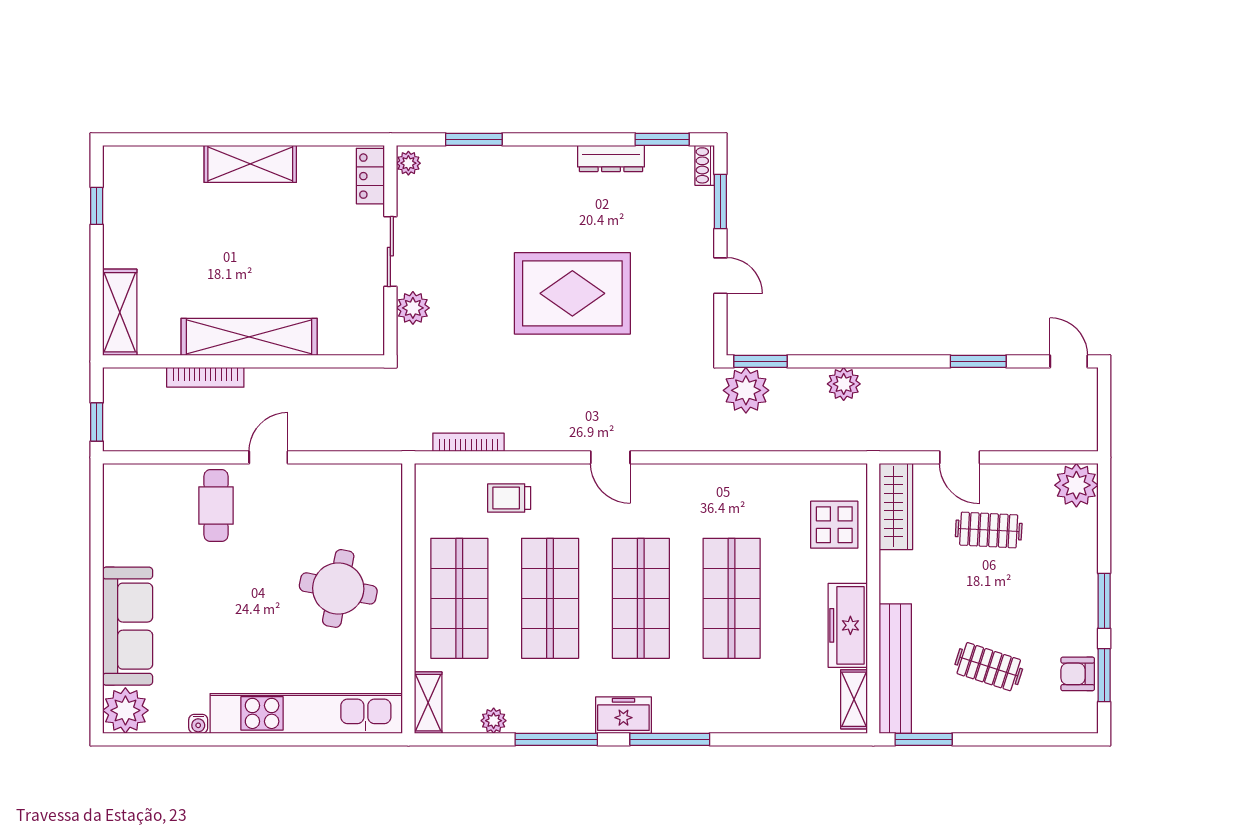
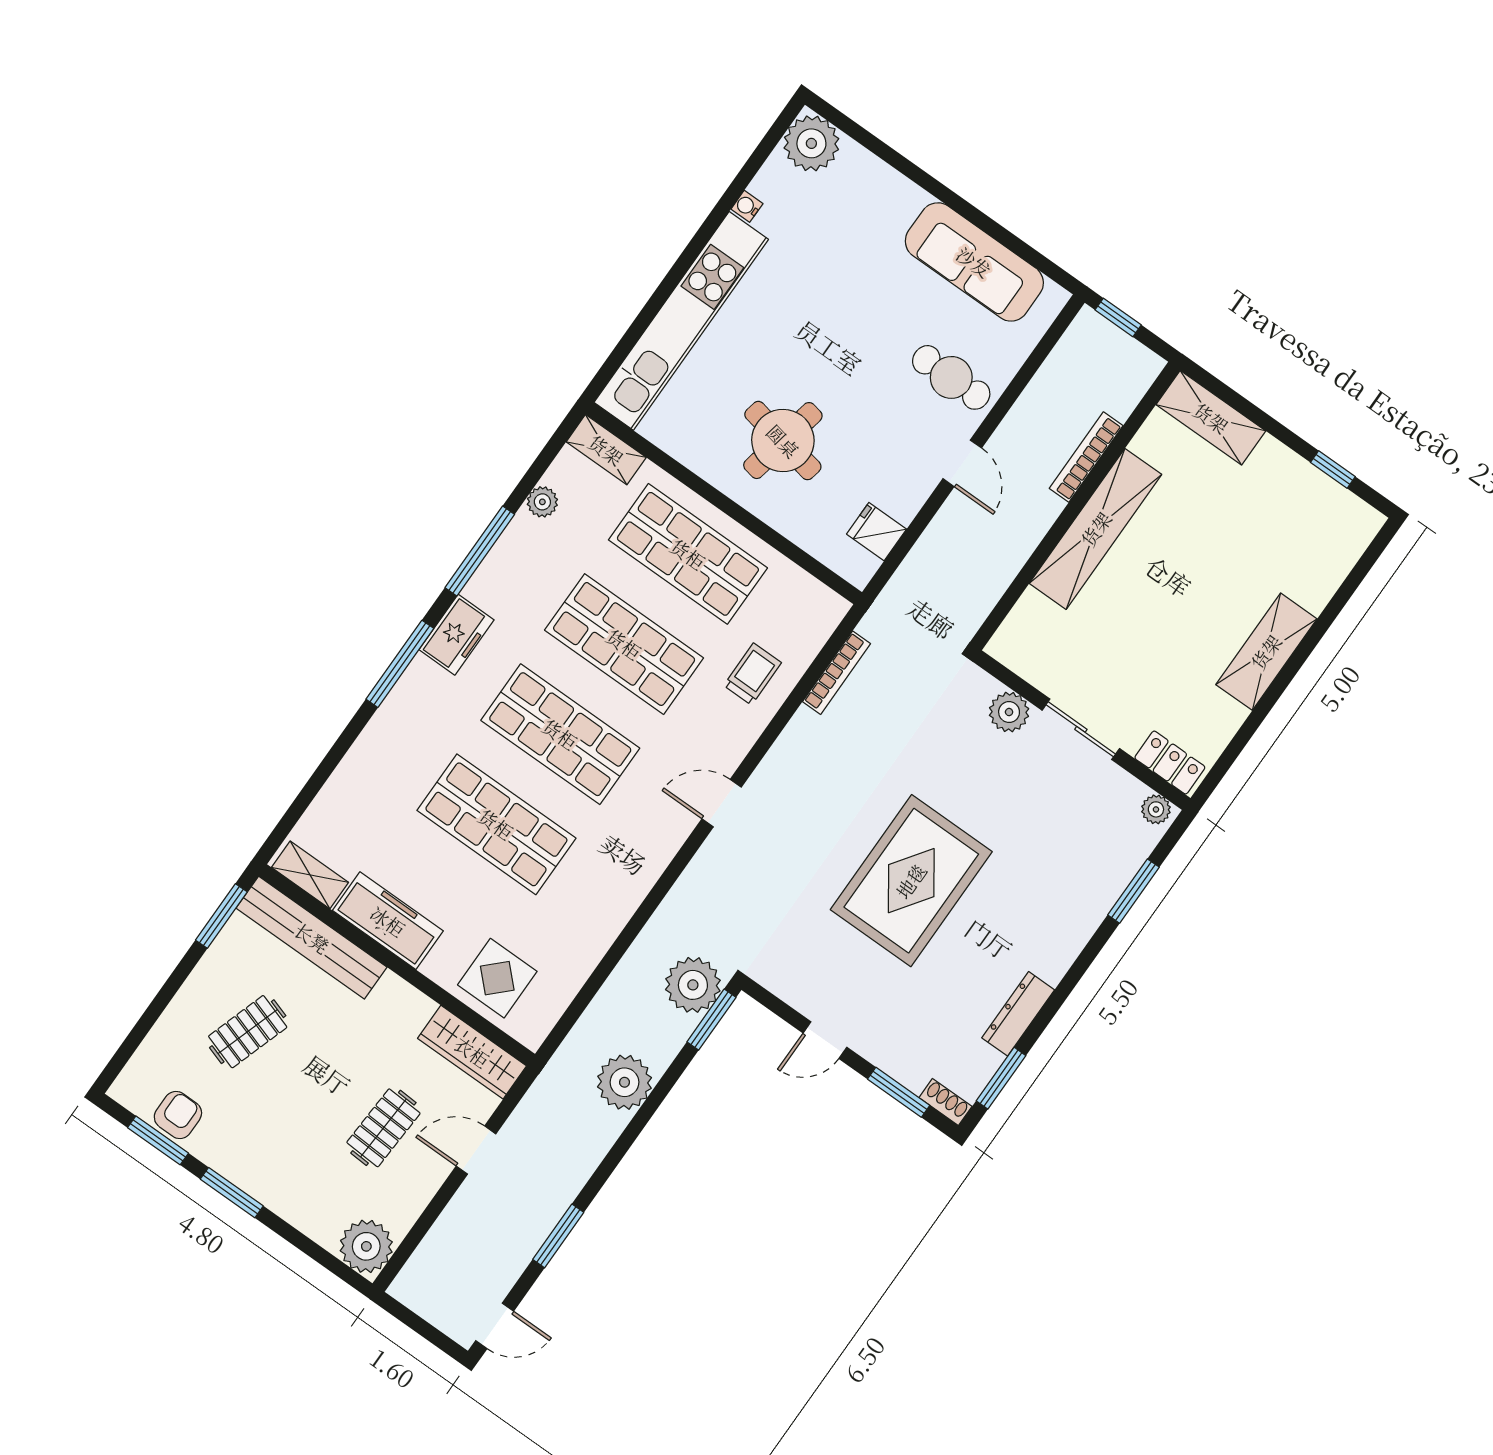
plant: (844, 384) -> (624, 1082), width x1.36, depth x1.36
fridge: (355, 482) -> (877, 532), added
sofa: (128, 626) -> (974, 262), moved

